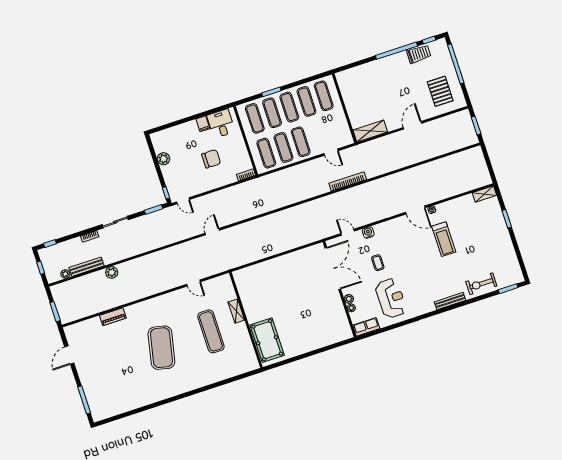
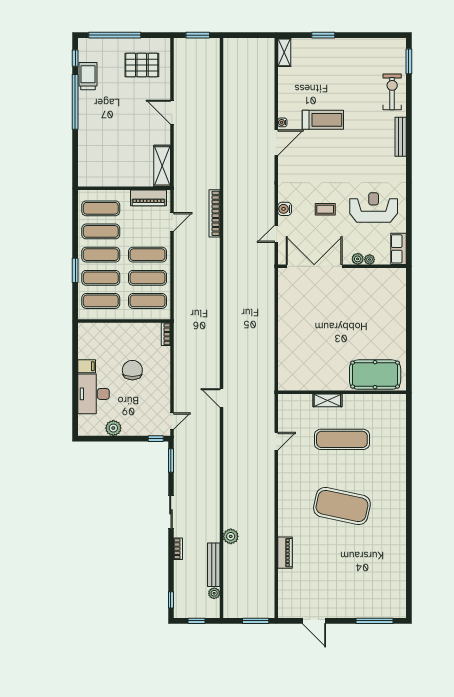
desk: (221, 124) -> (94, 394), moved, width x1.37
piano: (343, 129) -> (149, 198), added
exercise bike: (481, 284) -> (392, 92), turned 180

